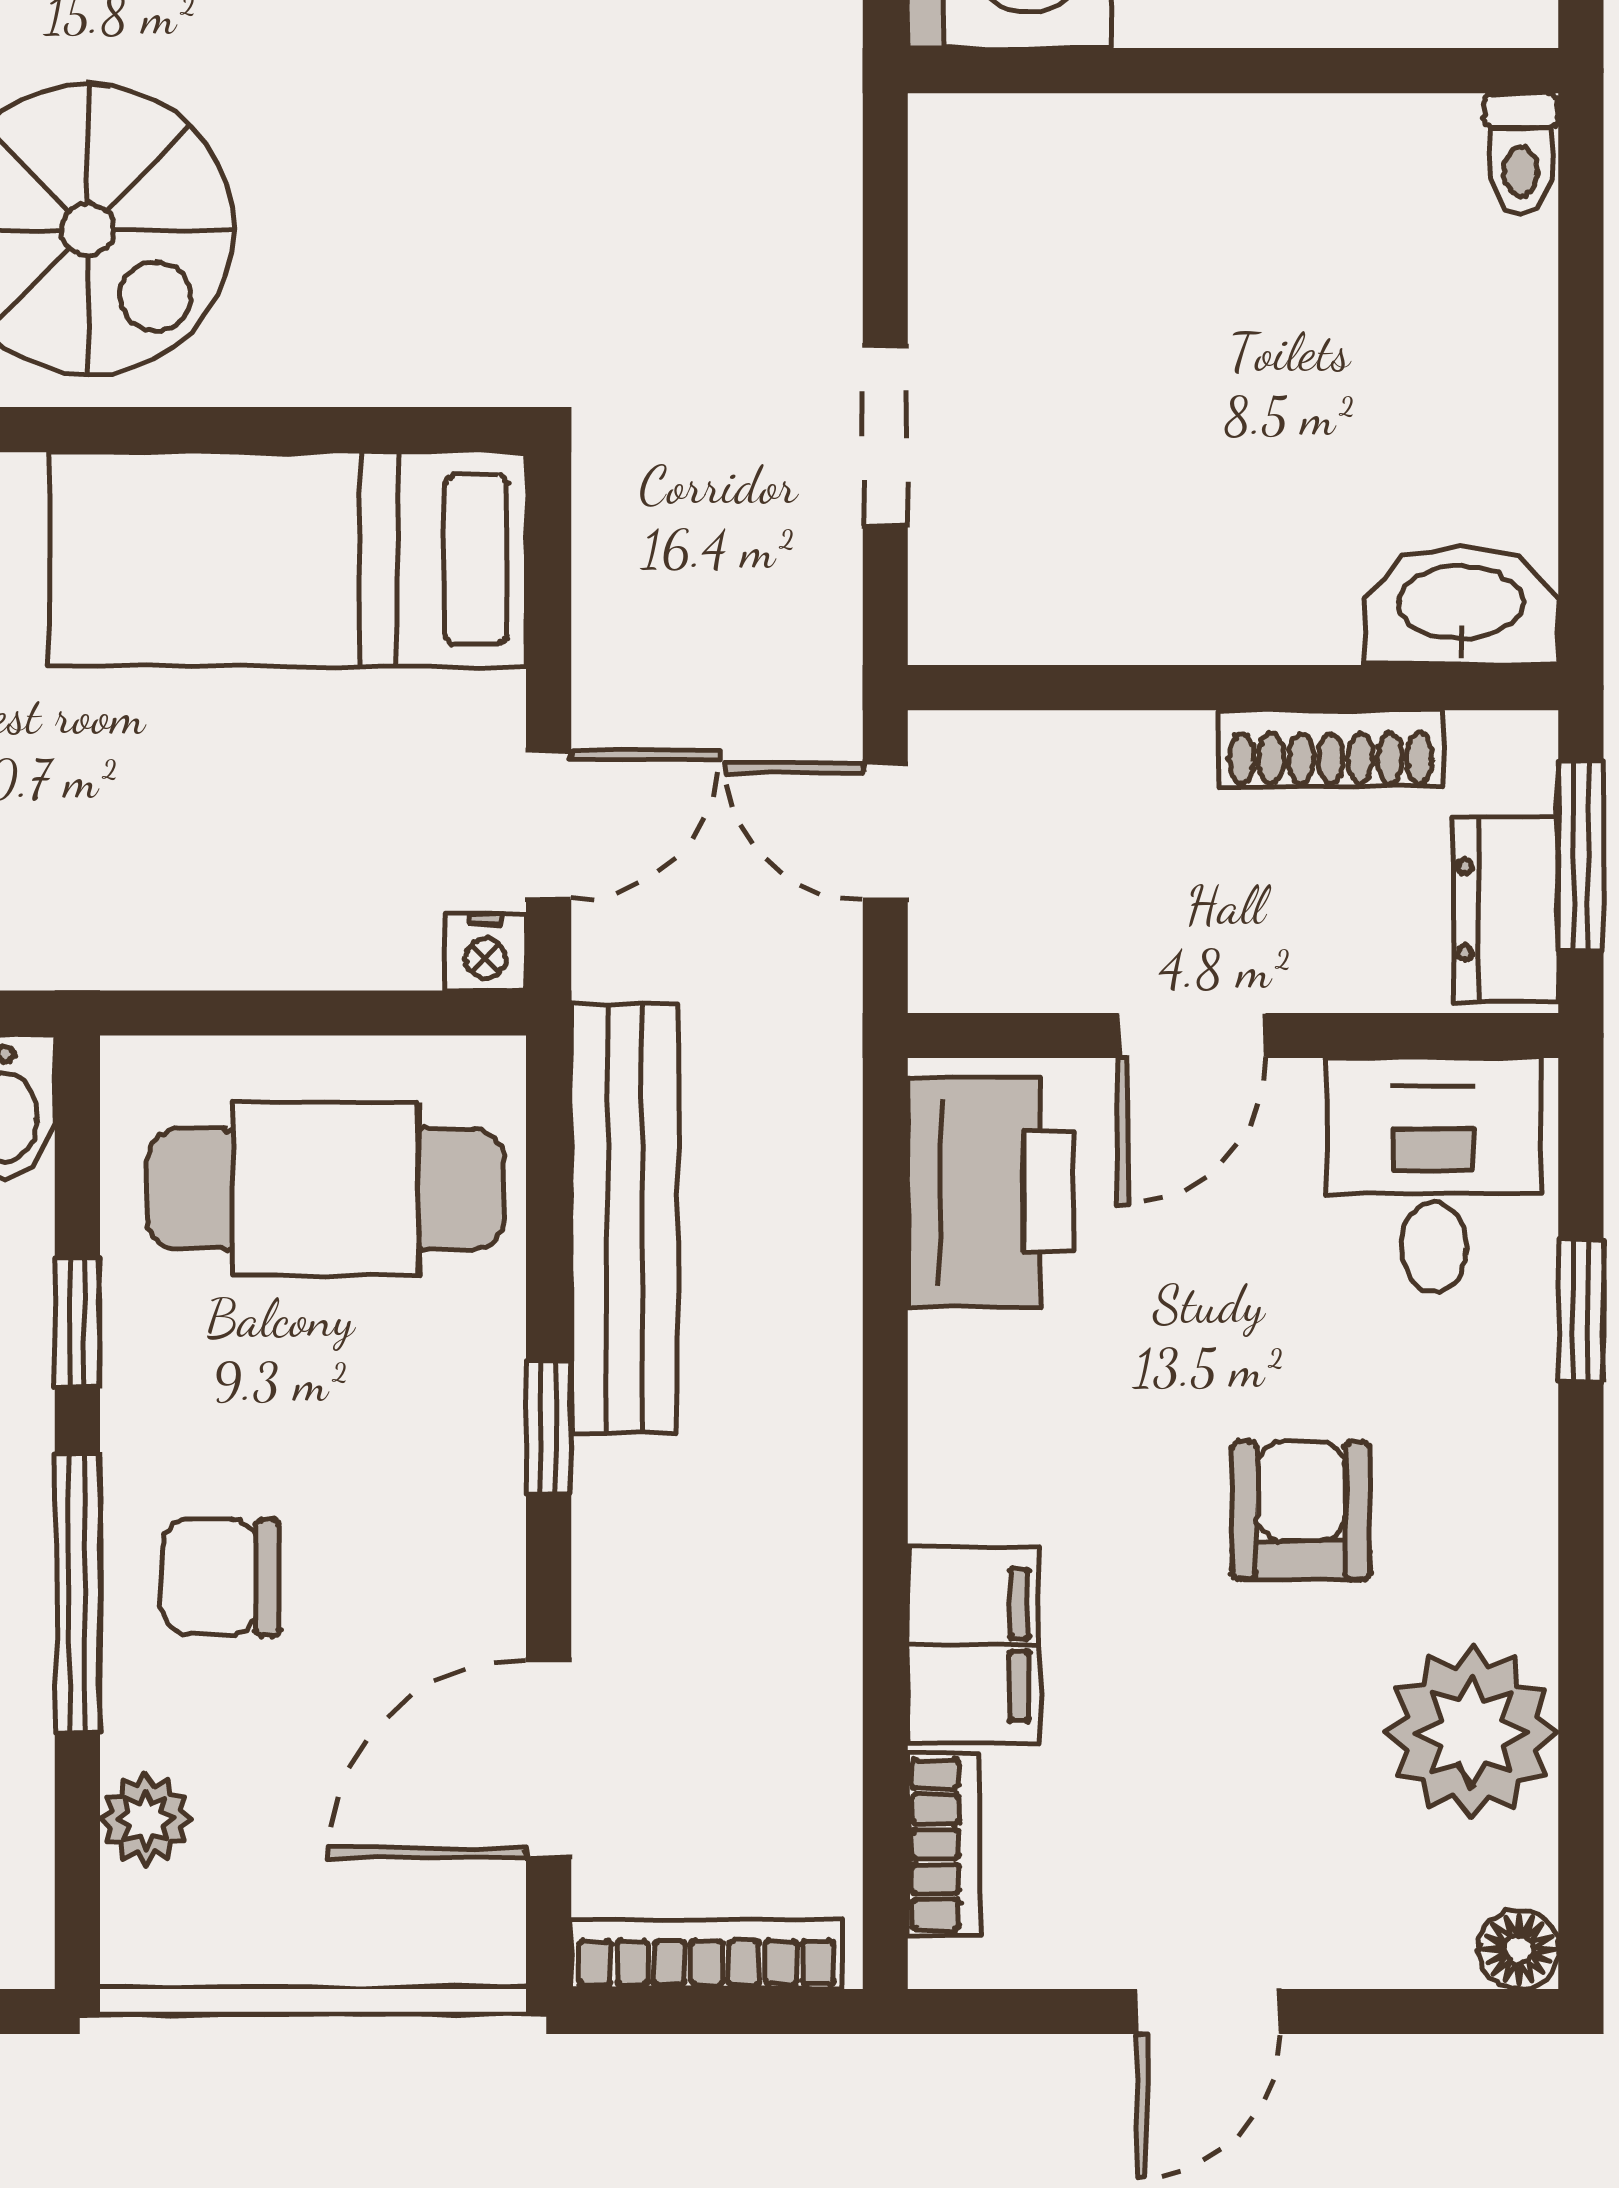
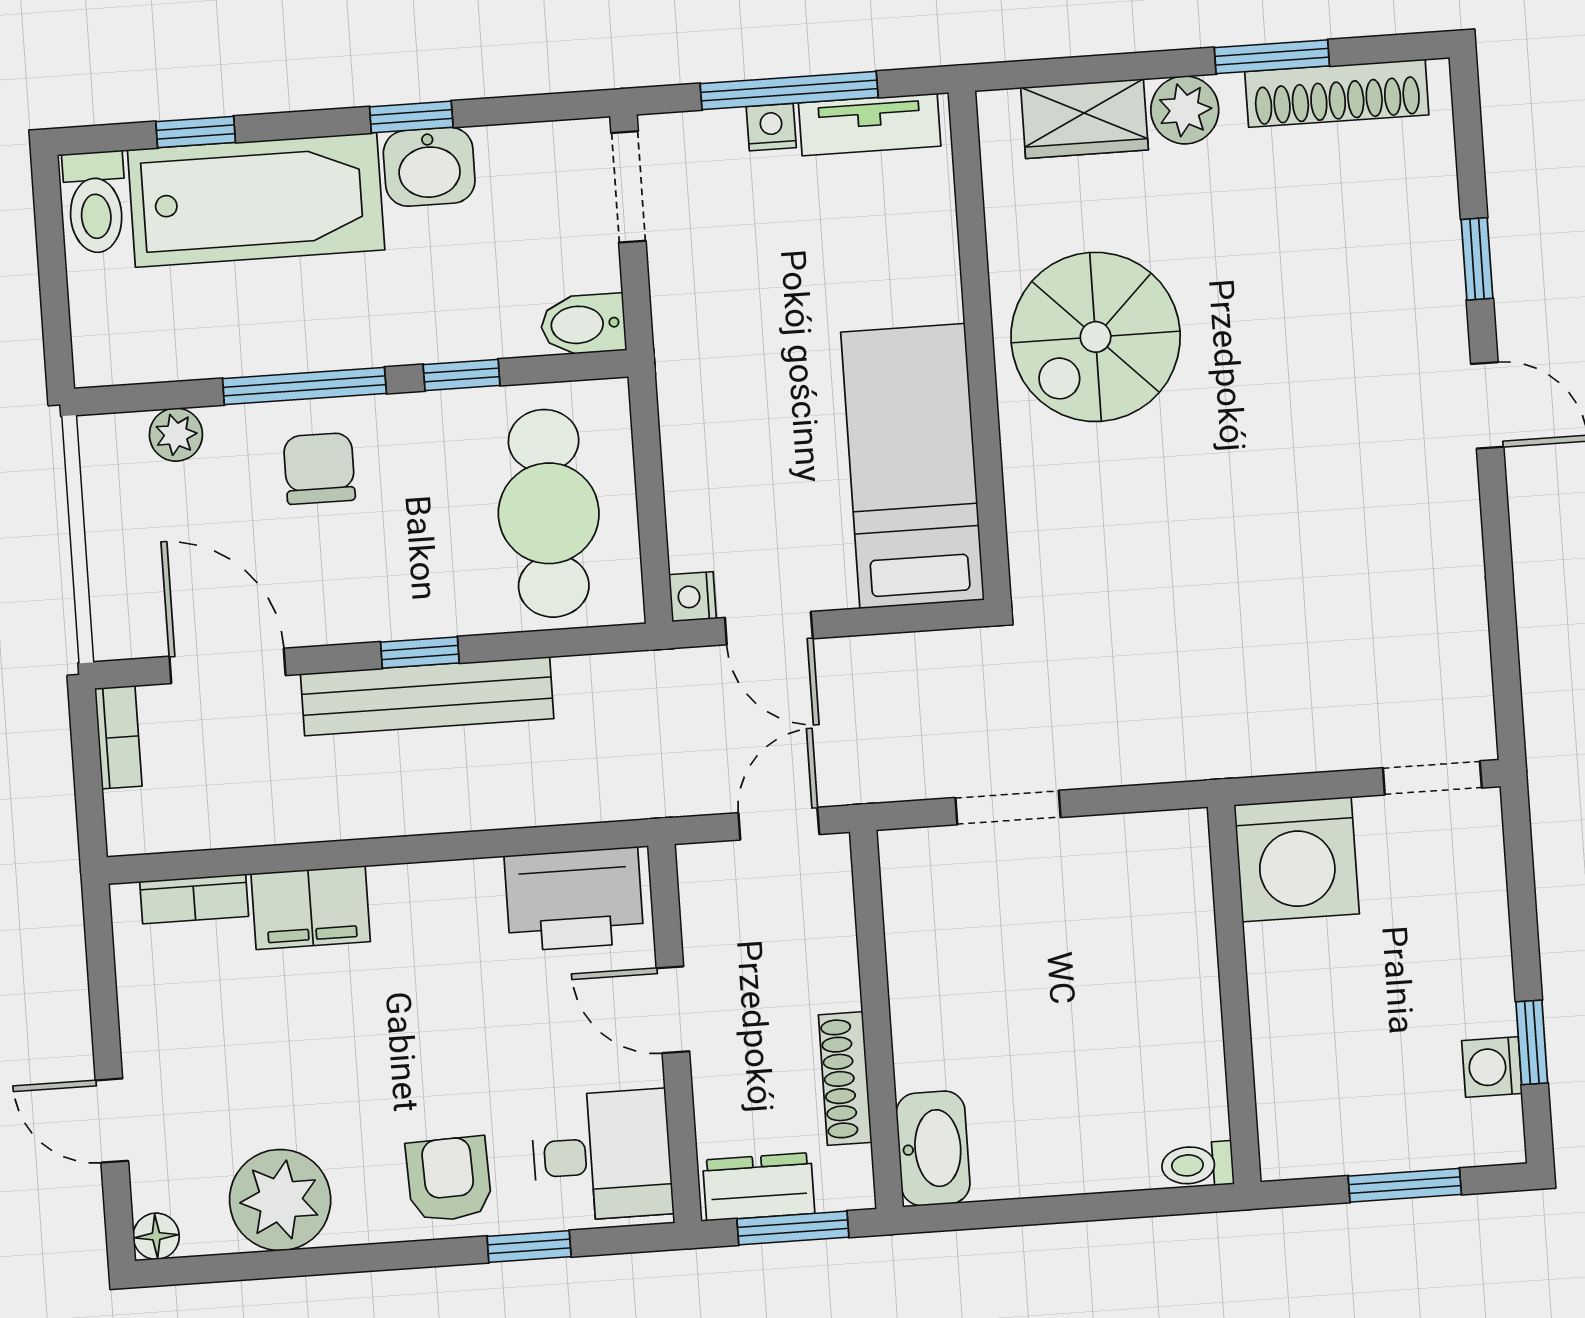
bench: (625, 1218) -> (427, 696), moved
armchair: (1301, 1510) -> (449, 1179), moved, turned -92
bookcase: (707, 1954) -> (118, 737), width x0.64
door: (1208, 2012) -> (112, 1121), moved

